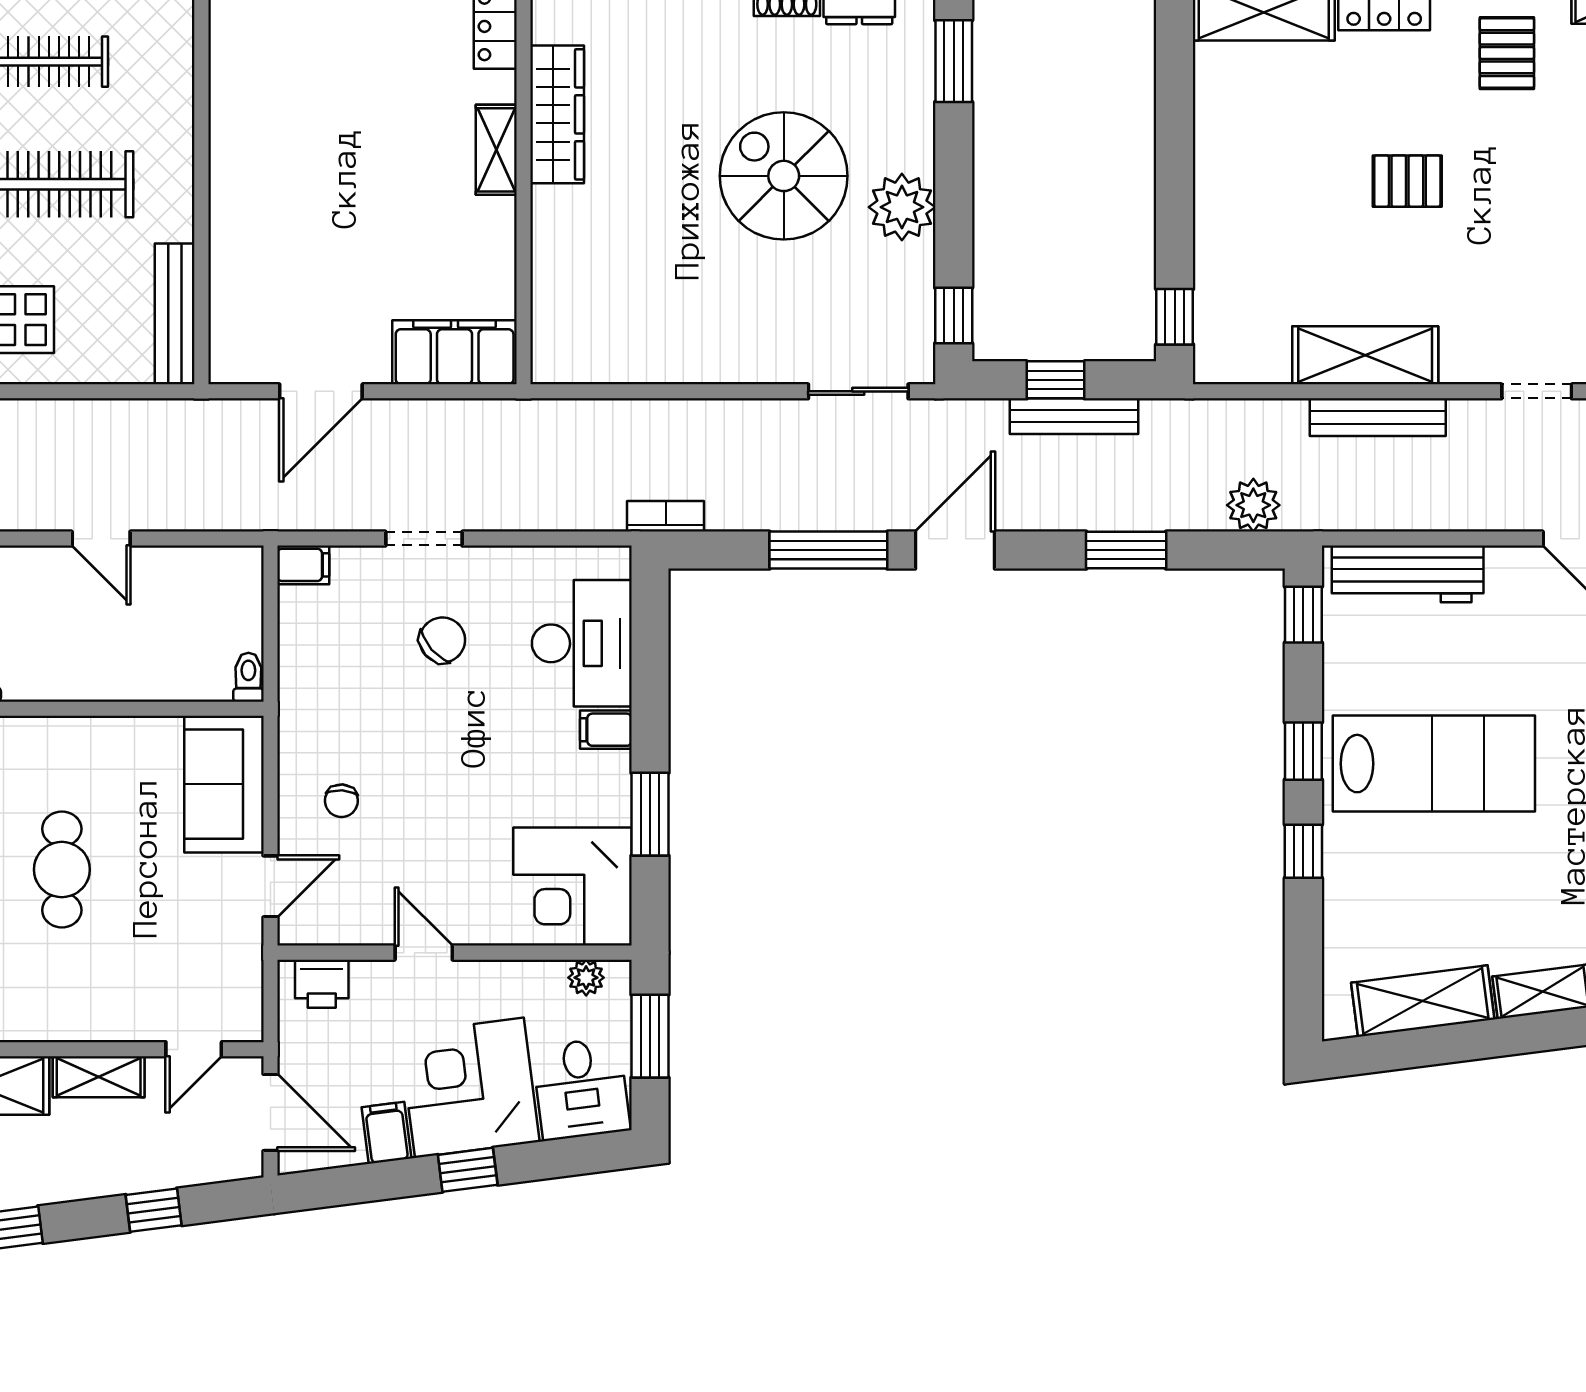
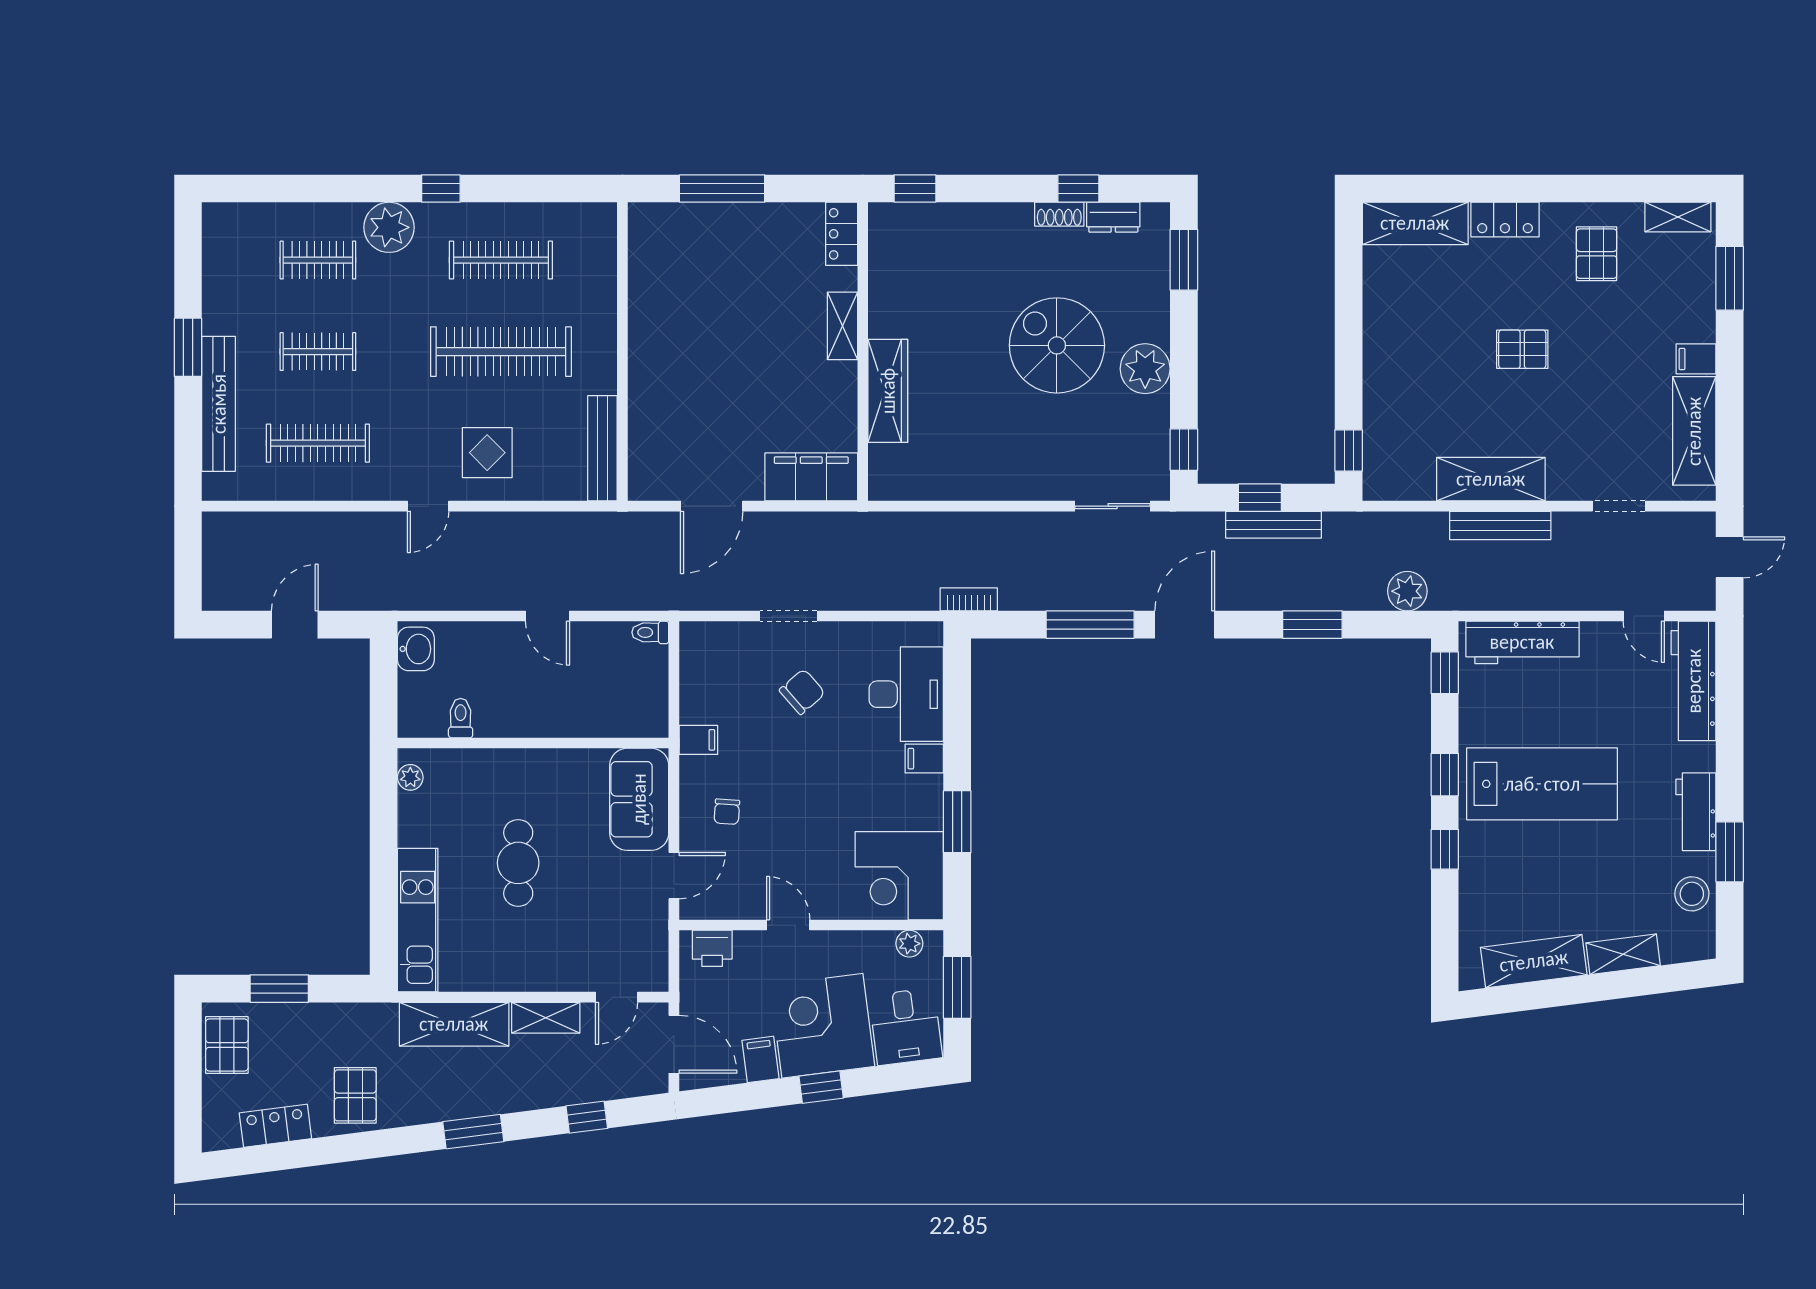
wardrobe: (557, 114) -> (888, 391), moved
filing cabinet: (303, 565) -> (698, 740), moved
toilet: (248, 677) -> (650, 632), moved, turned -90

